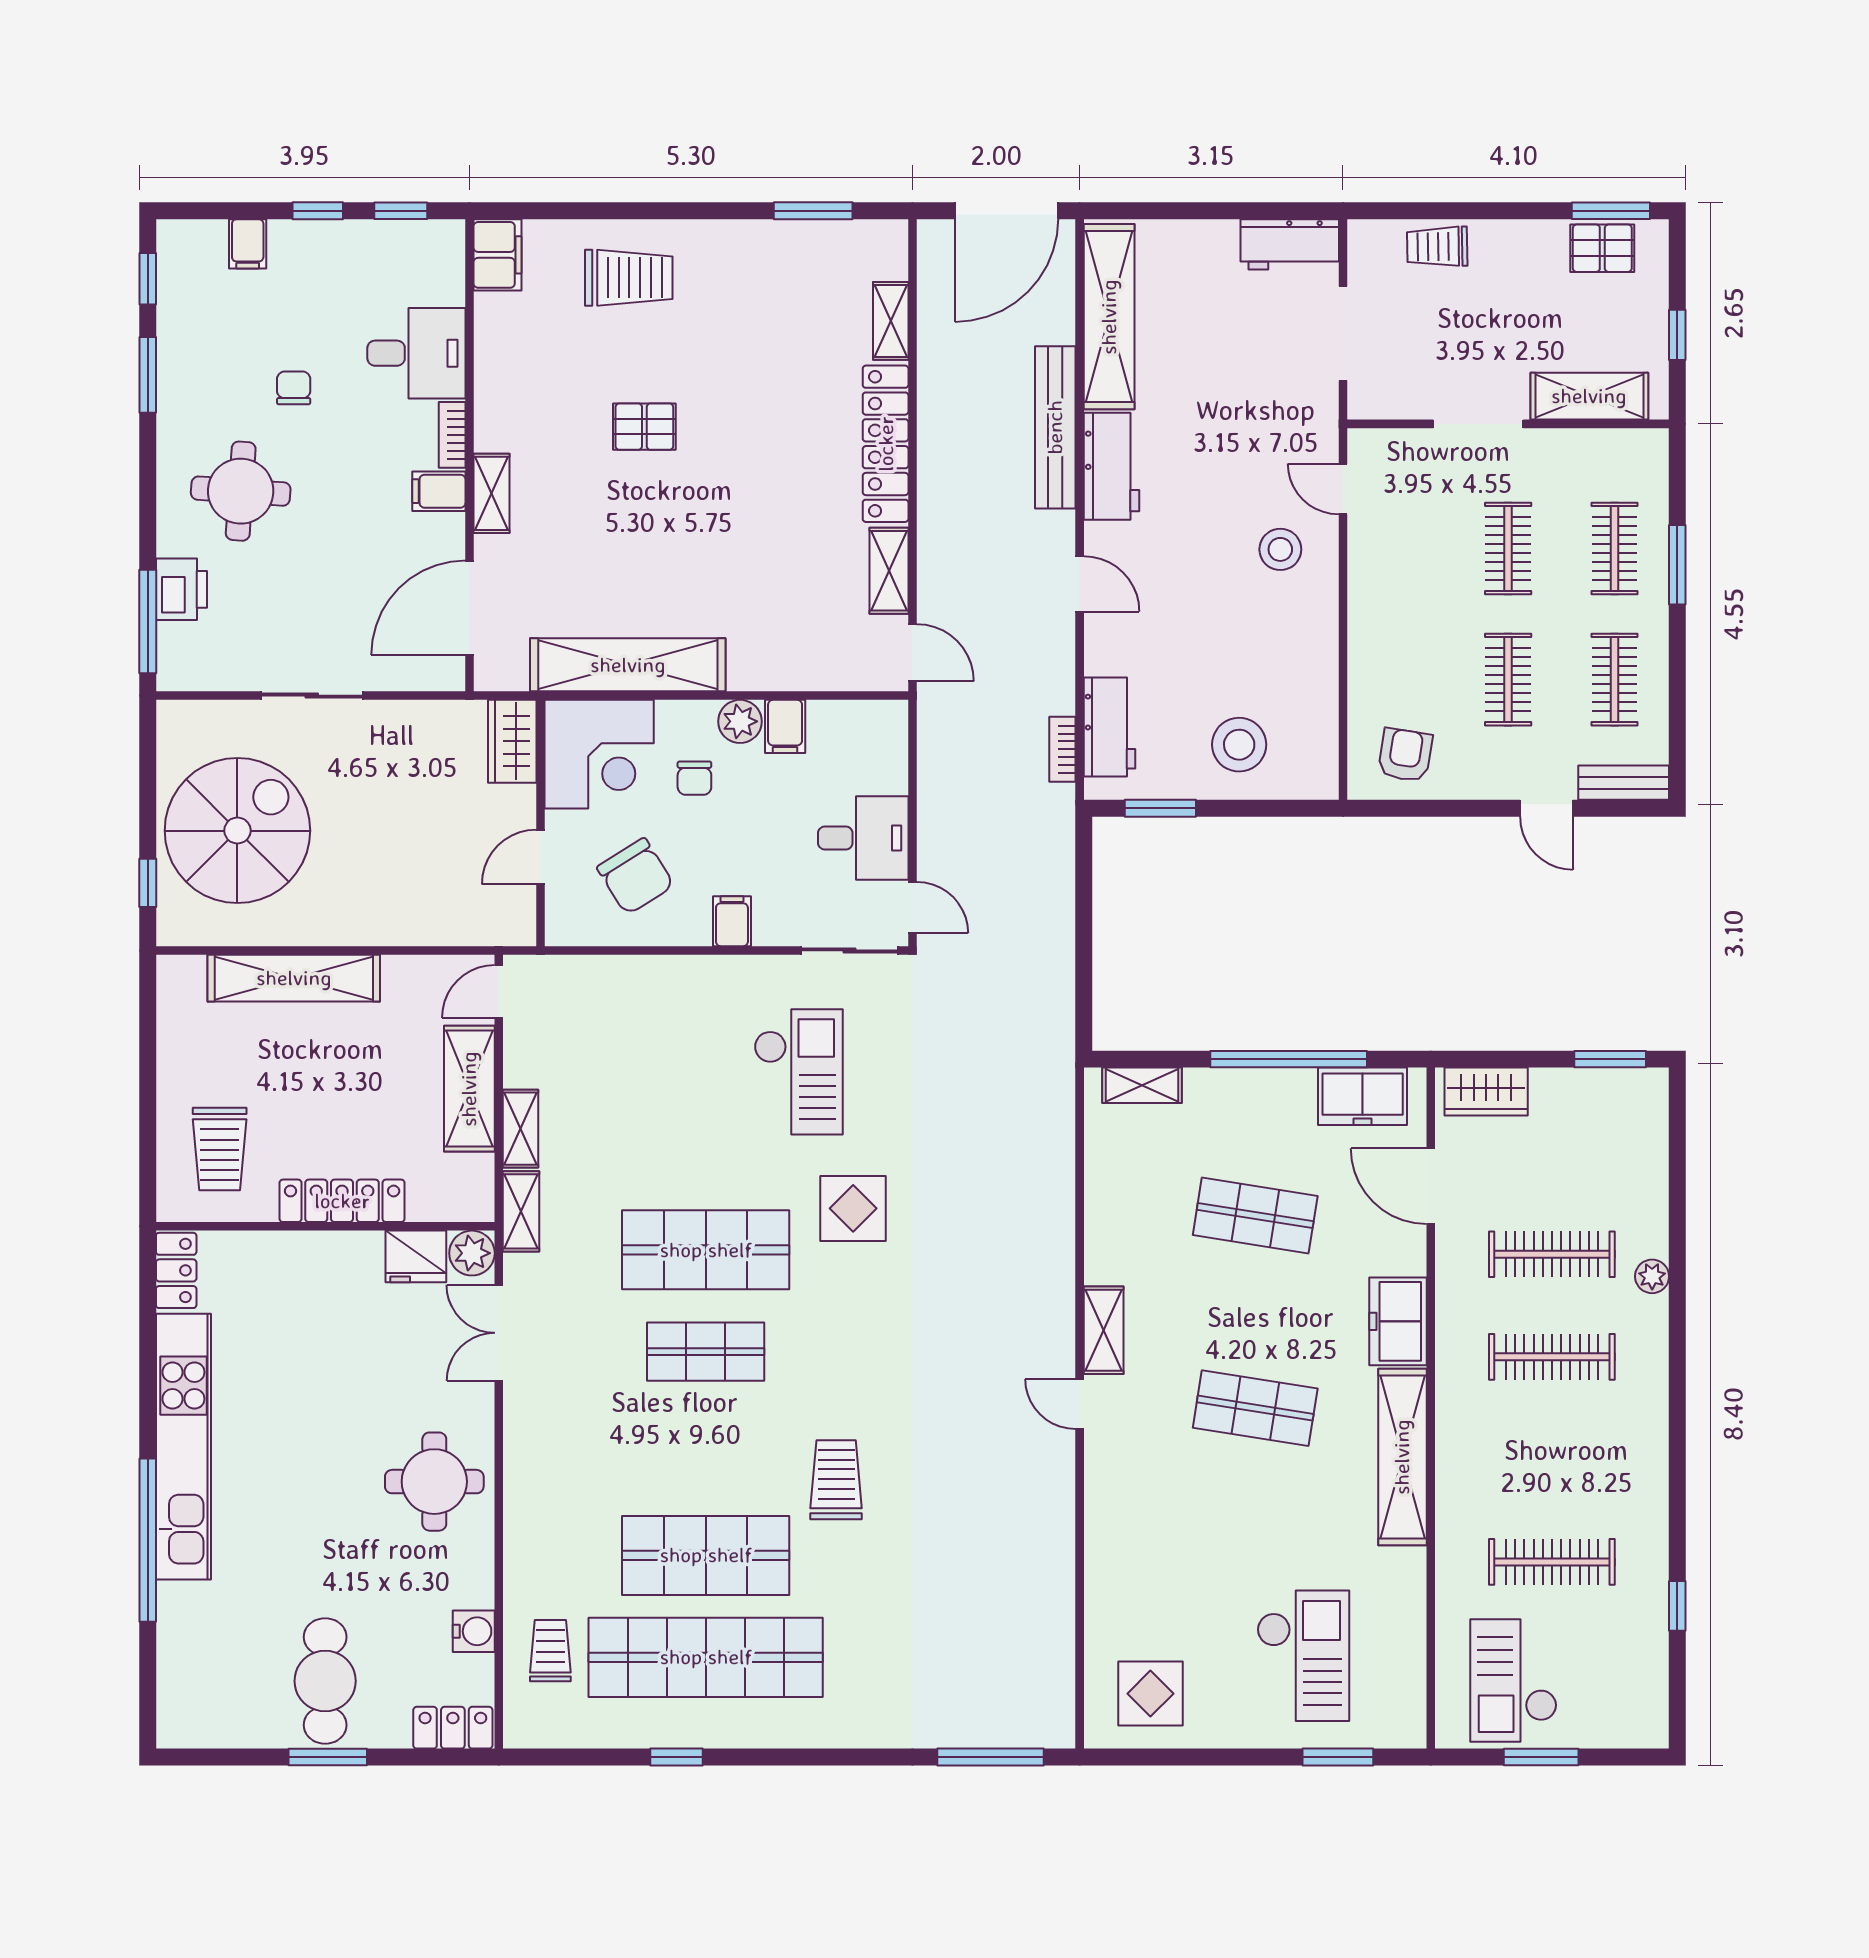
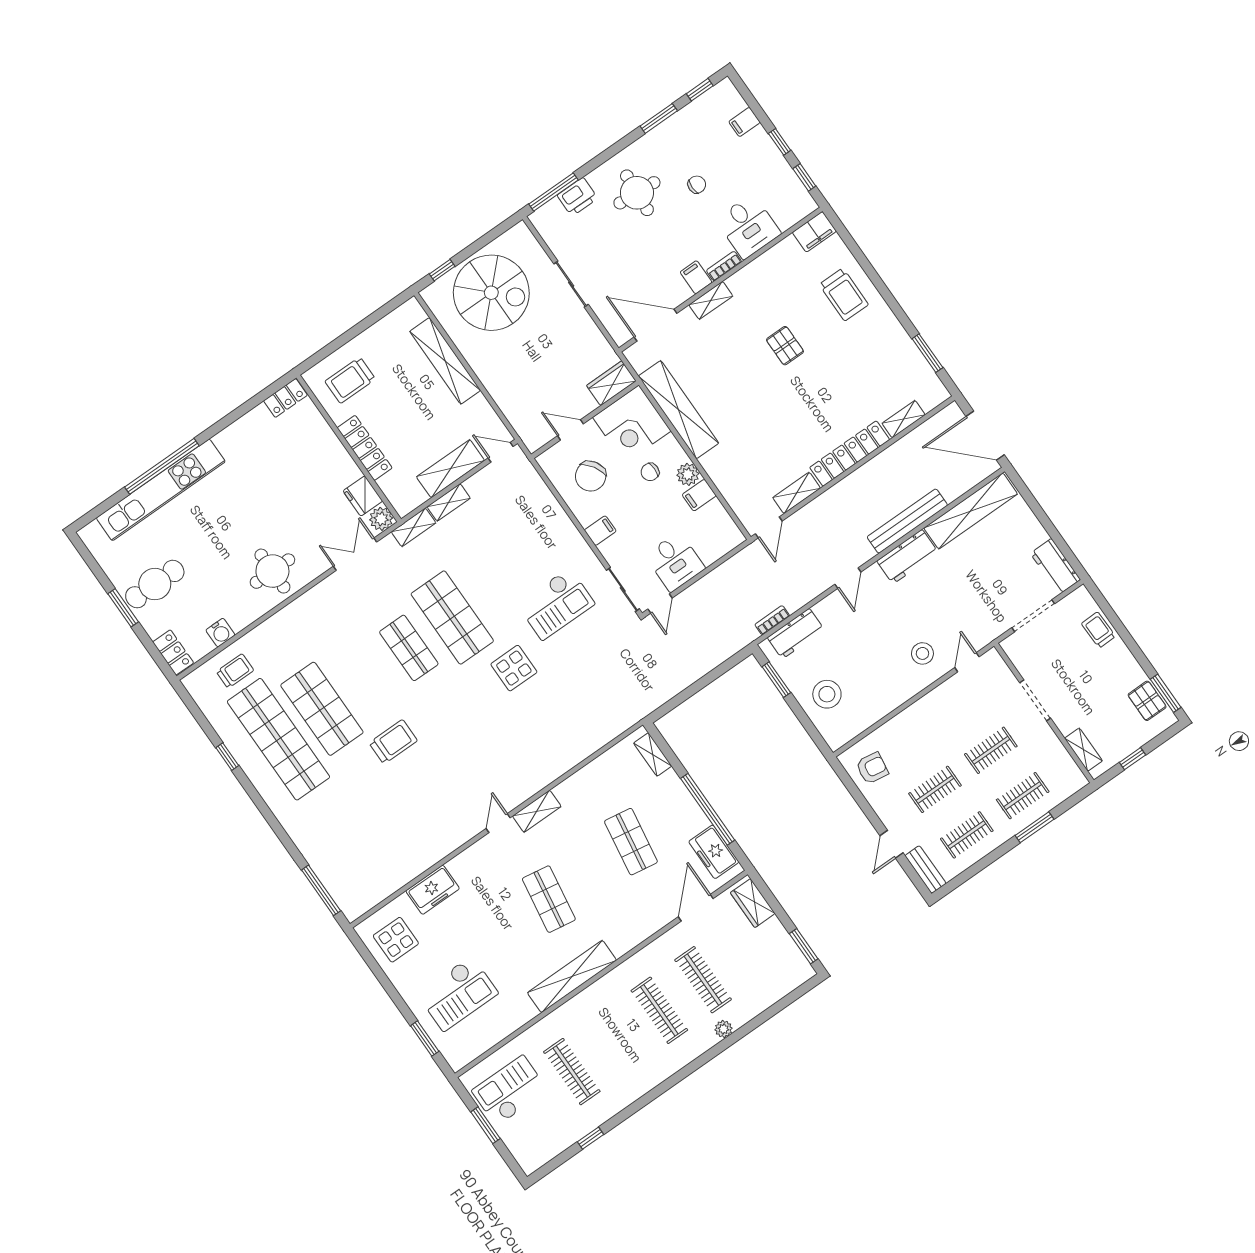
shelving: (1589, 396) -> (1083, 750), width x0.67, depth x0.75
freezer: (1398, 1321) -> (433, 890), moved, turned 180
kitchen unit: (183, 1447) -> (161, 490), moved

